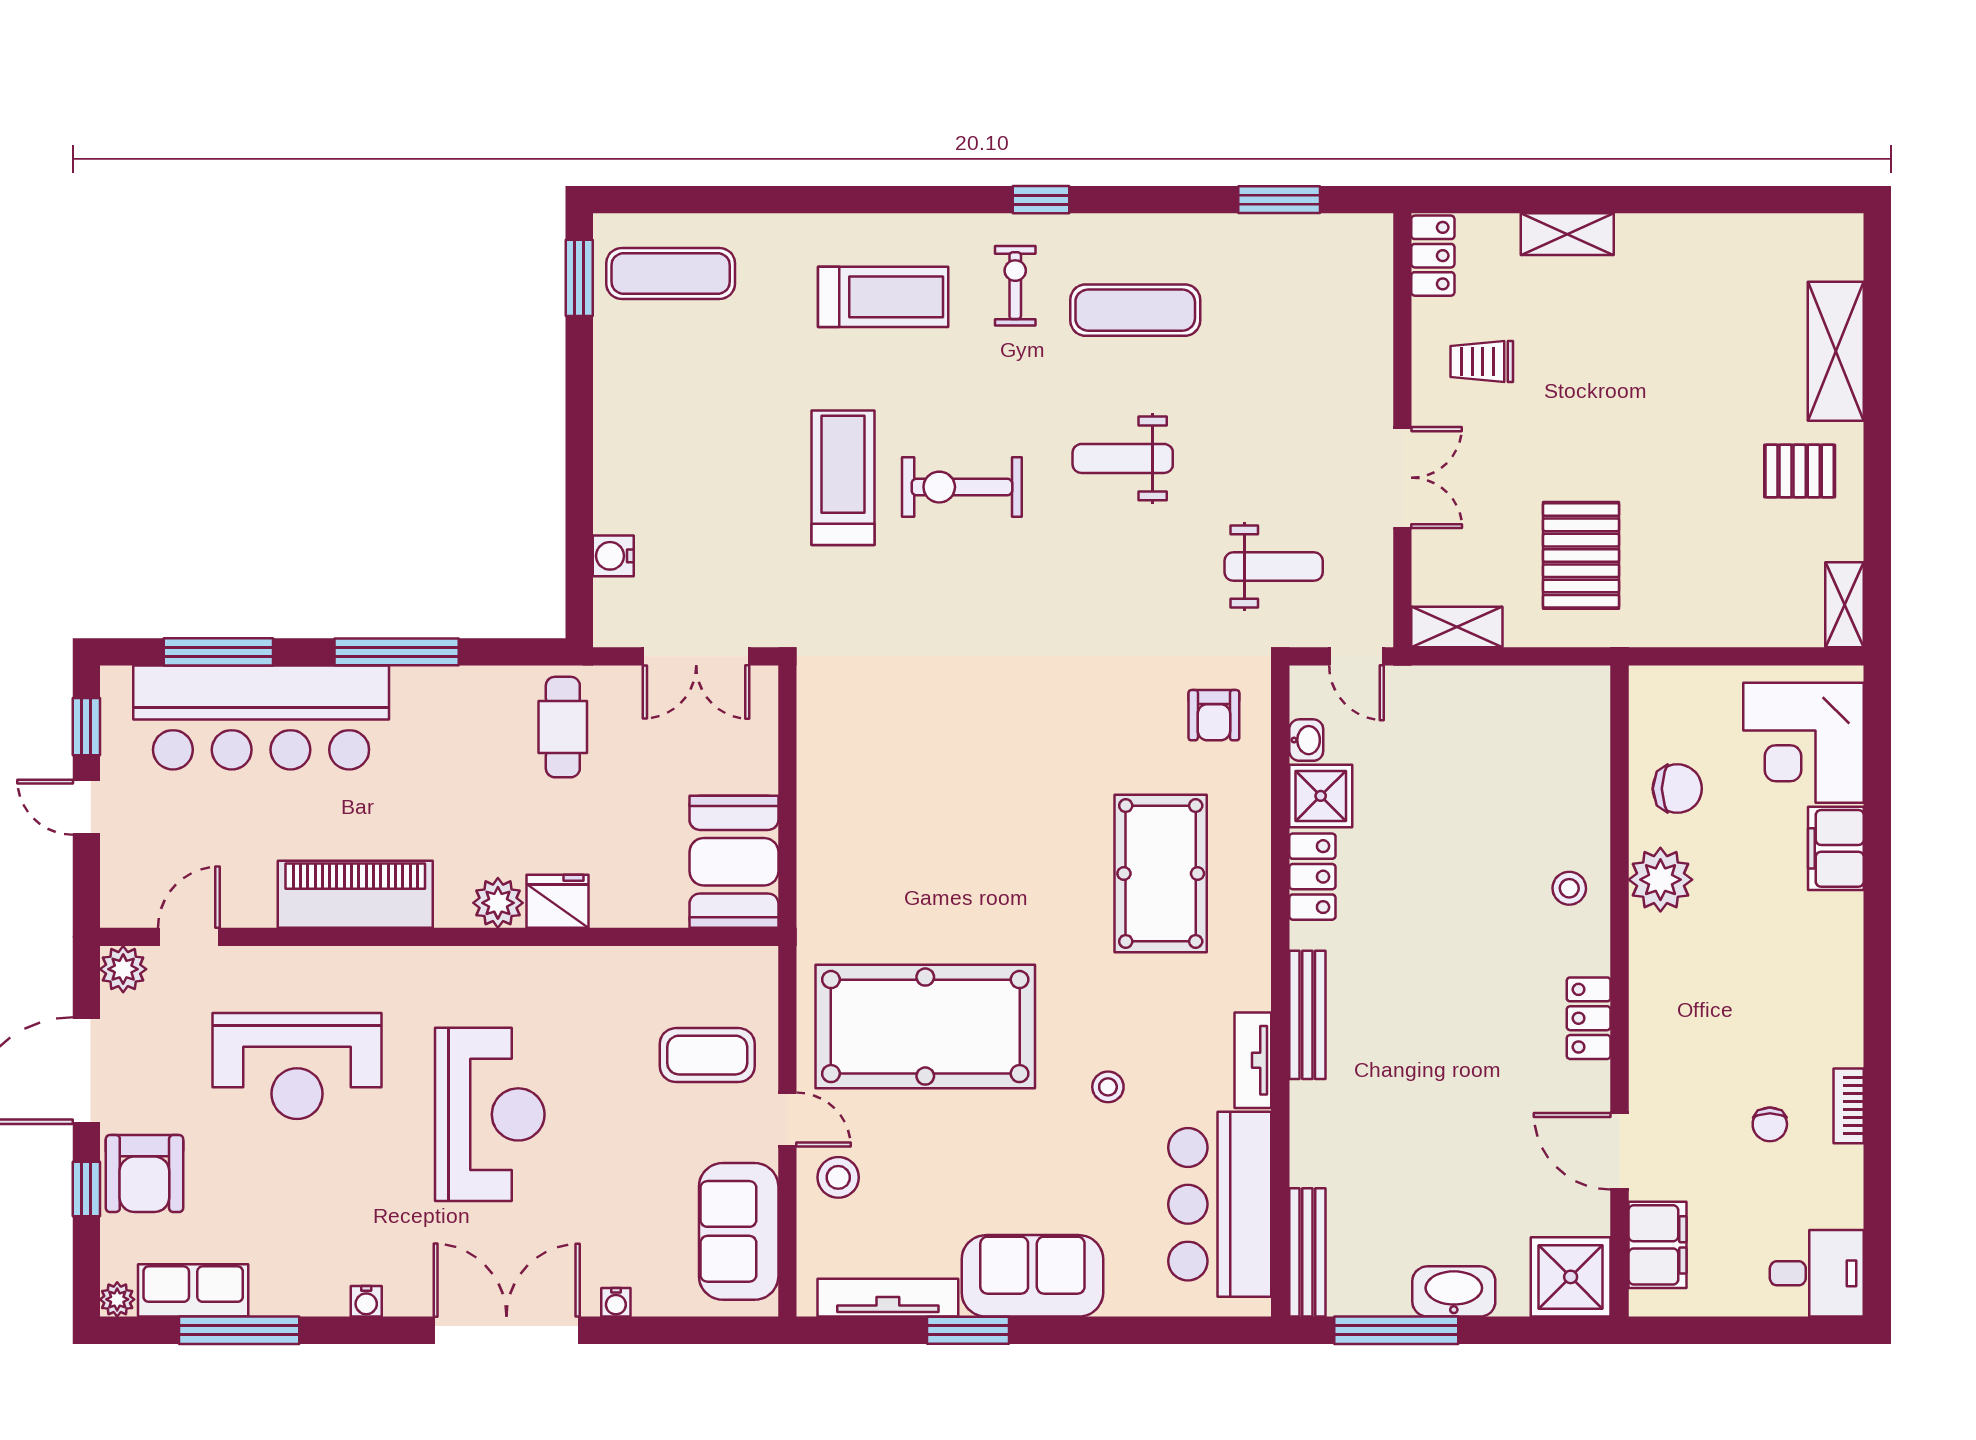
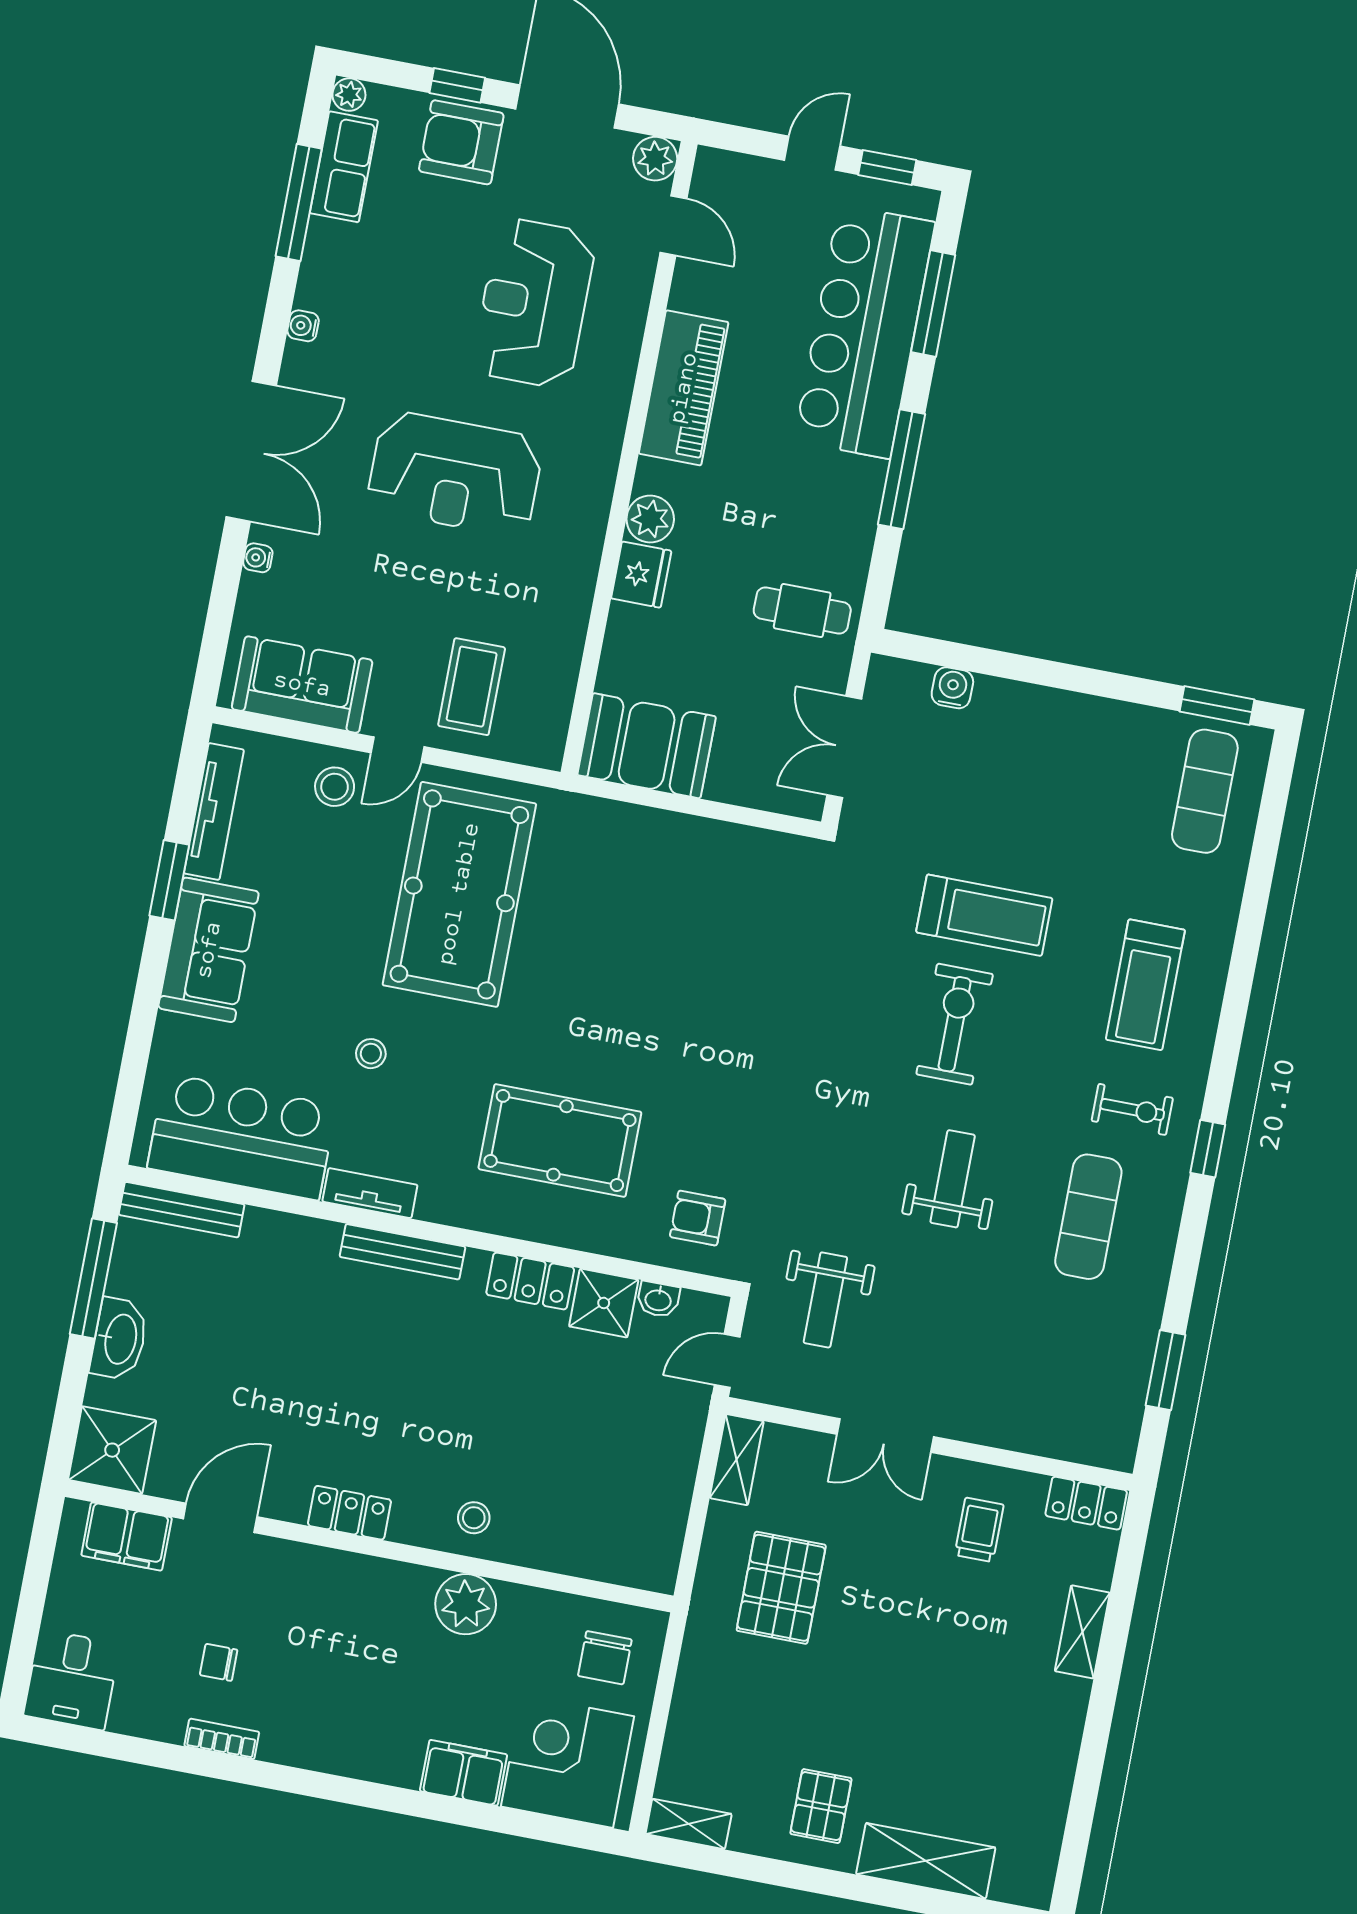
pallet: (1581, 555) -> (781, 1588), turned 90
chair: (1677, 789) -> (605, 1658), moved

